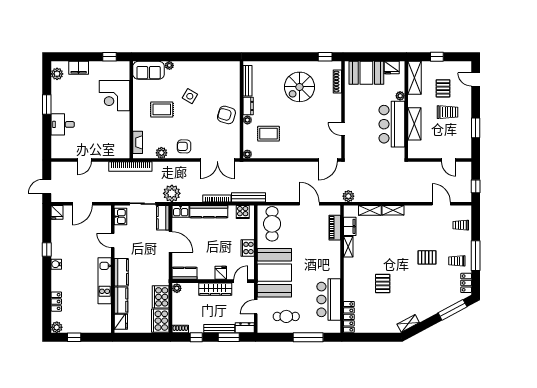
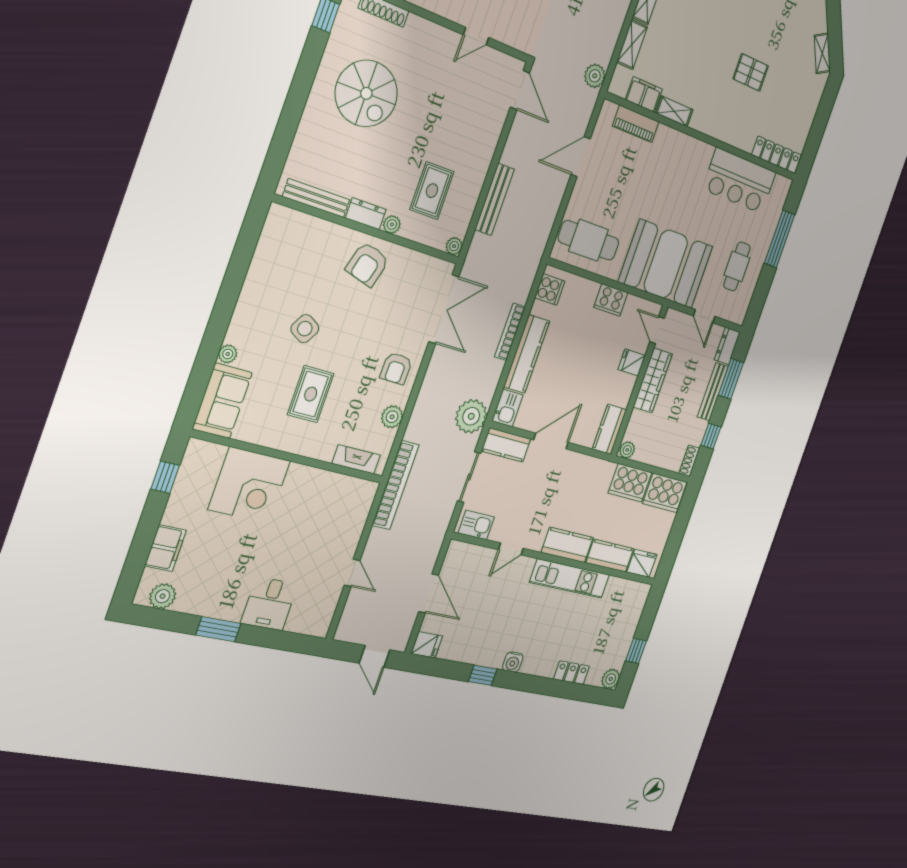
bench: (249, 197) -> (495, 199), moved

